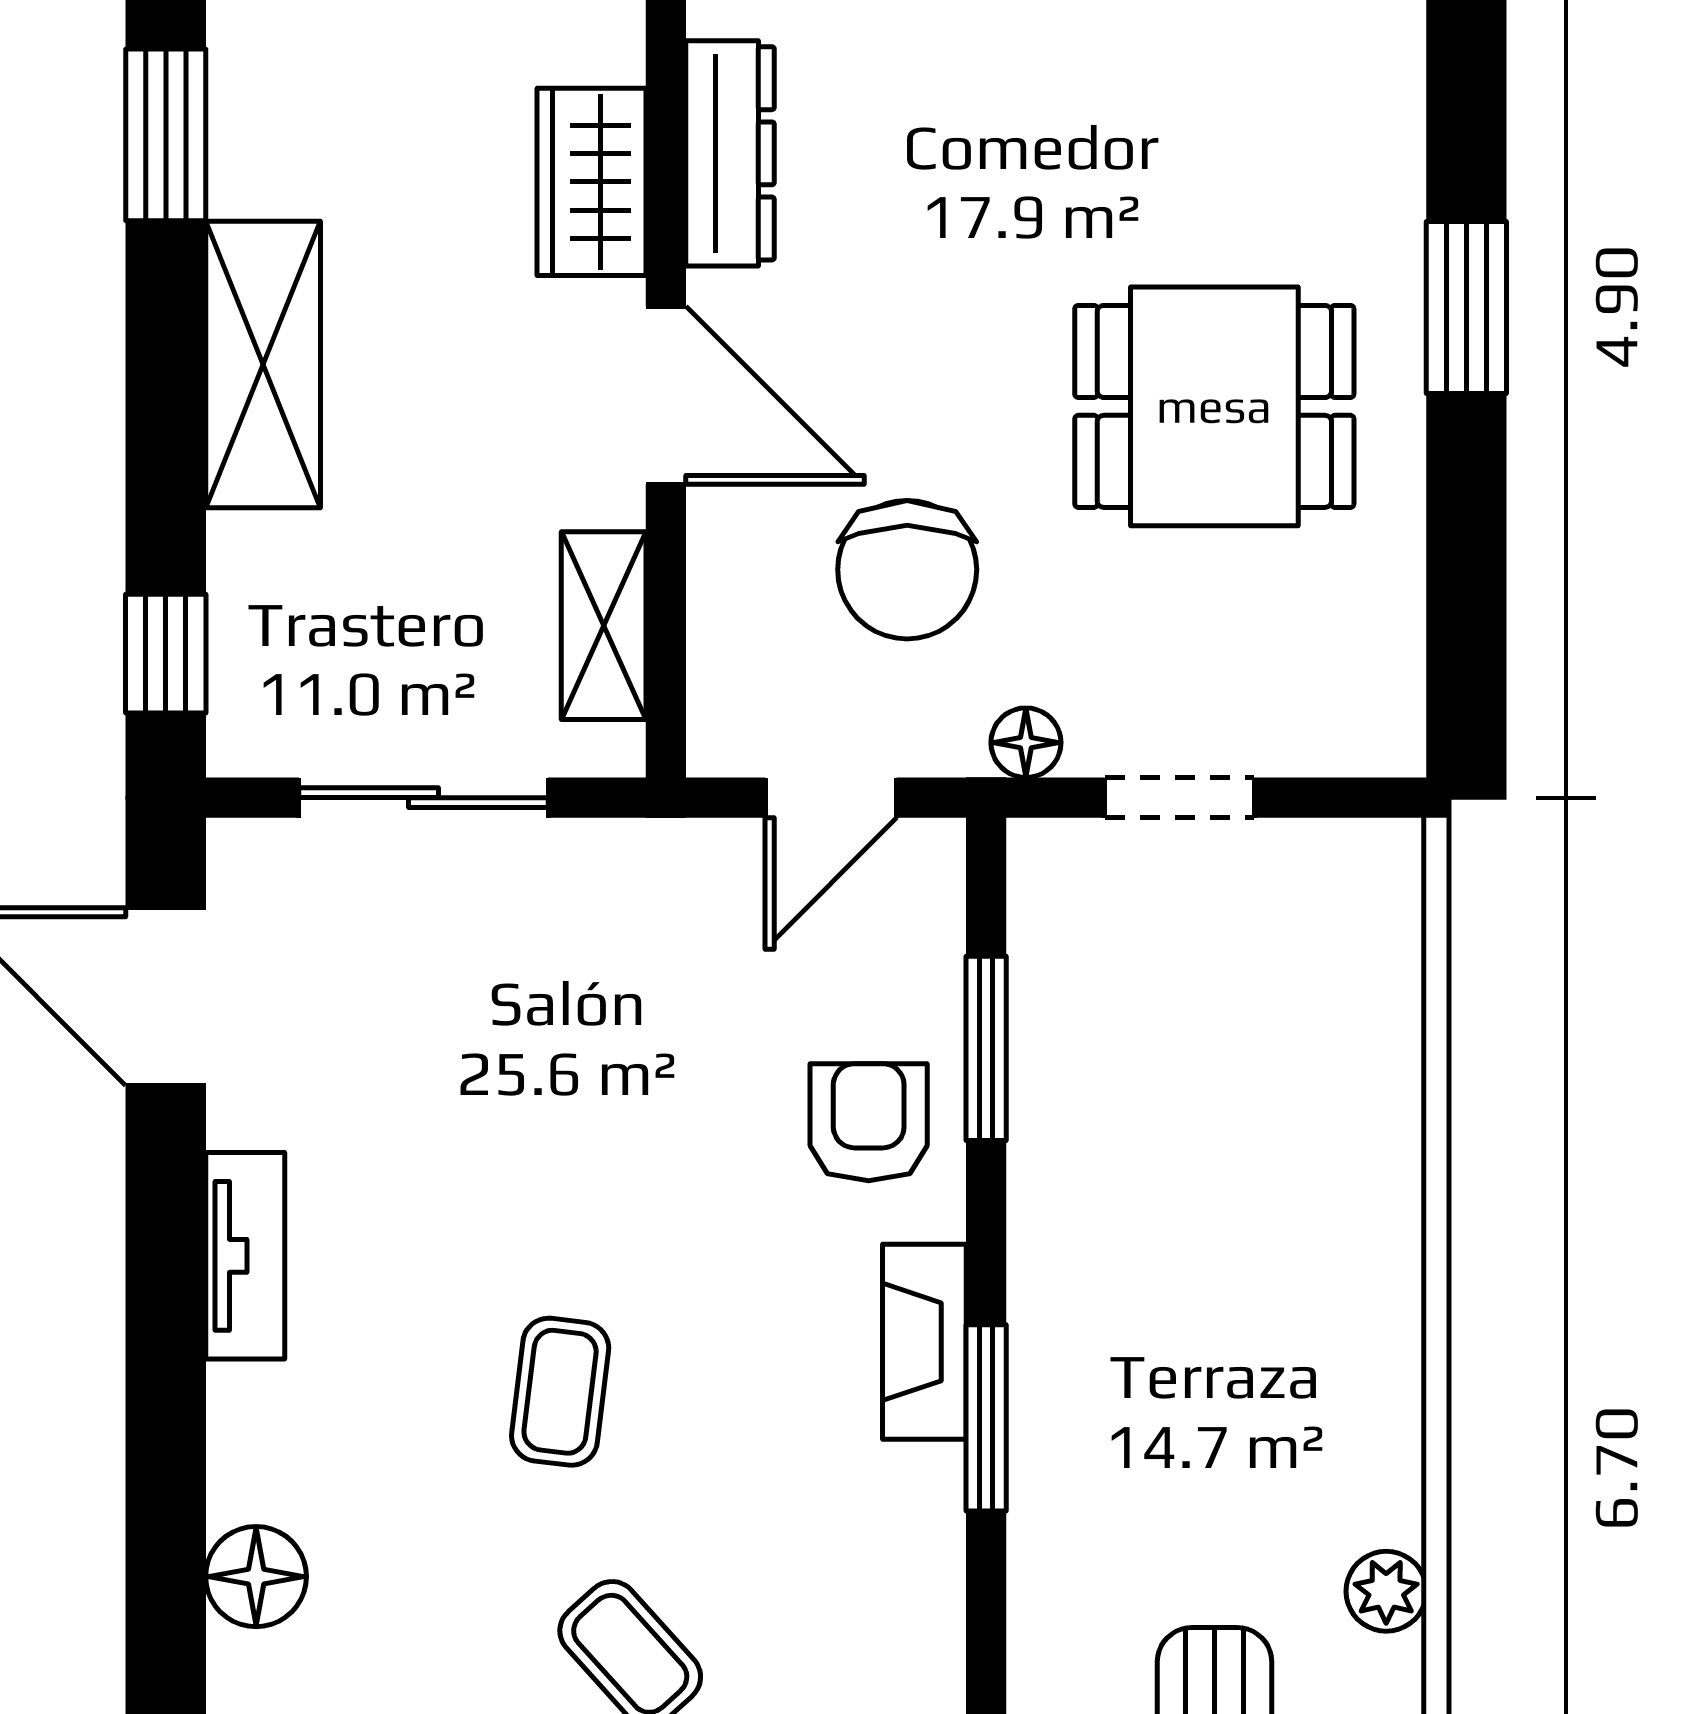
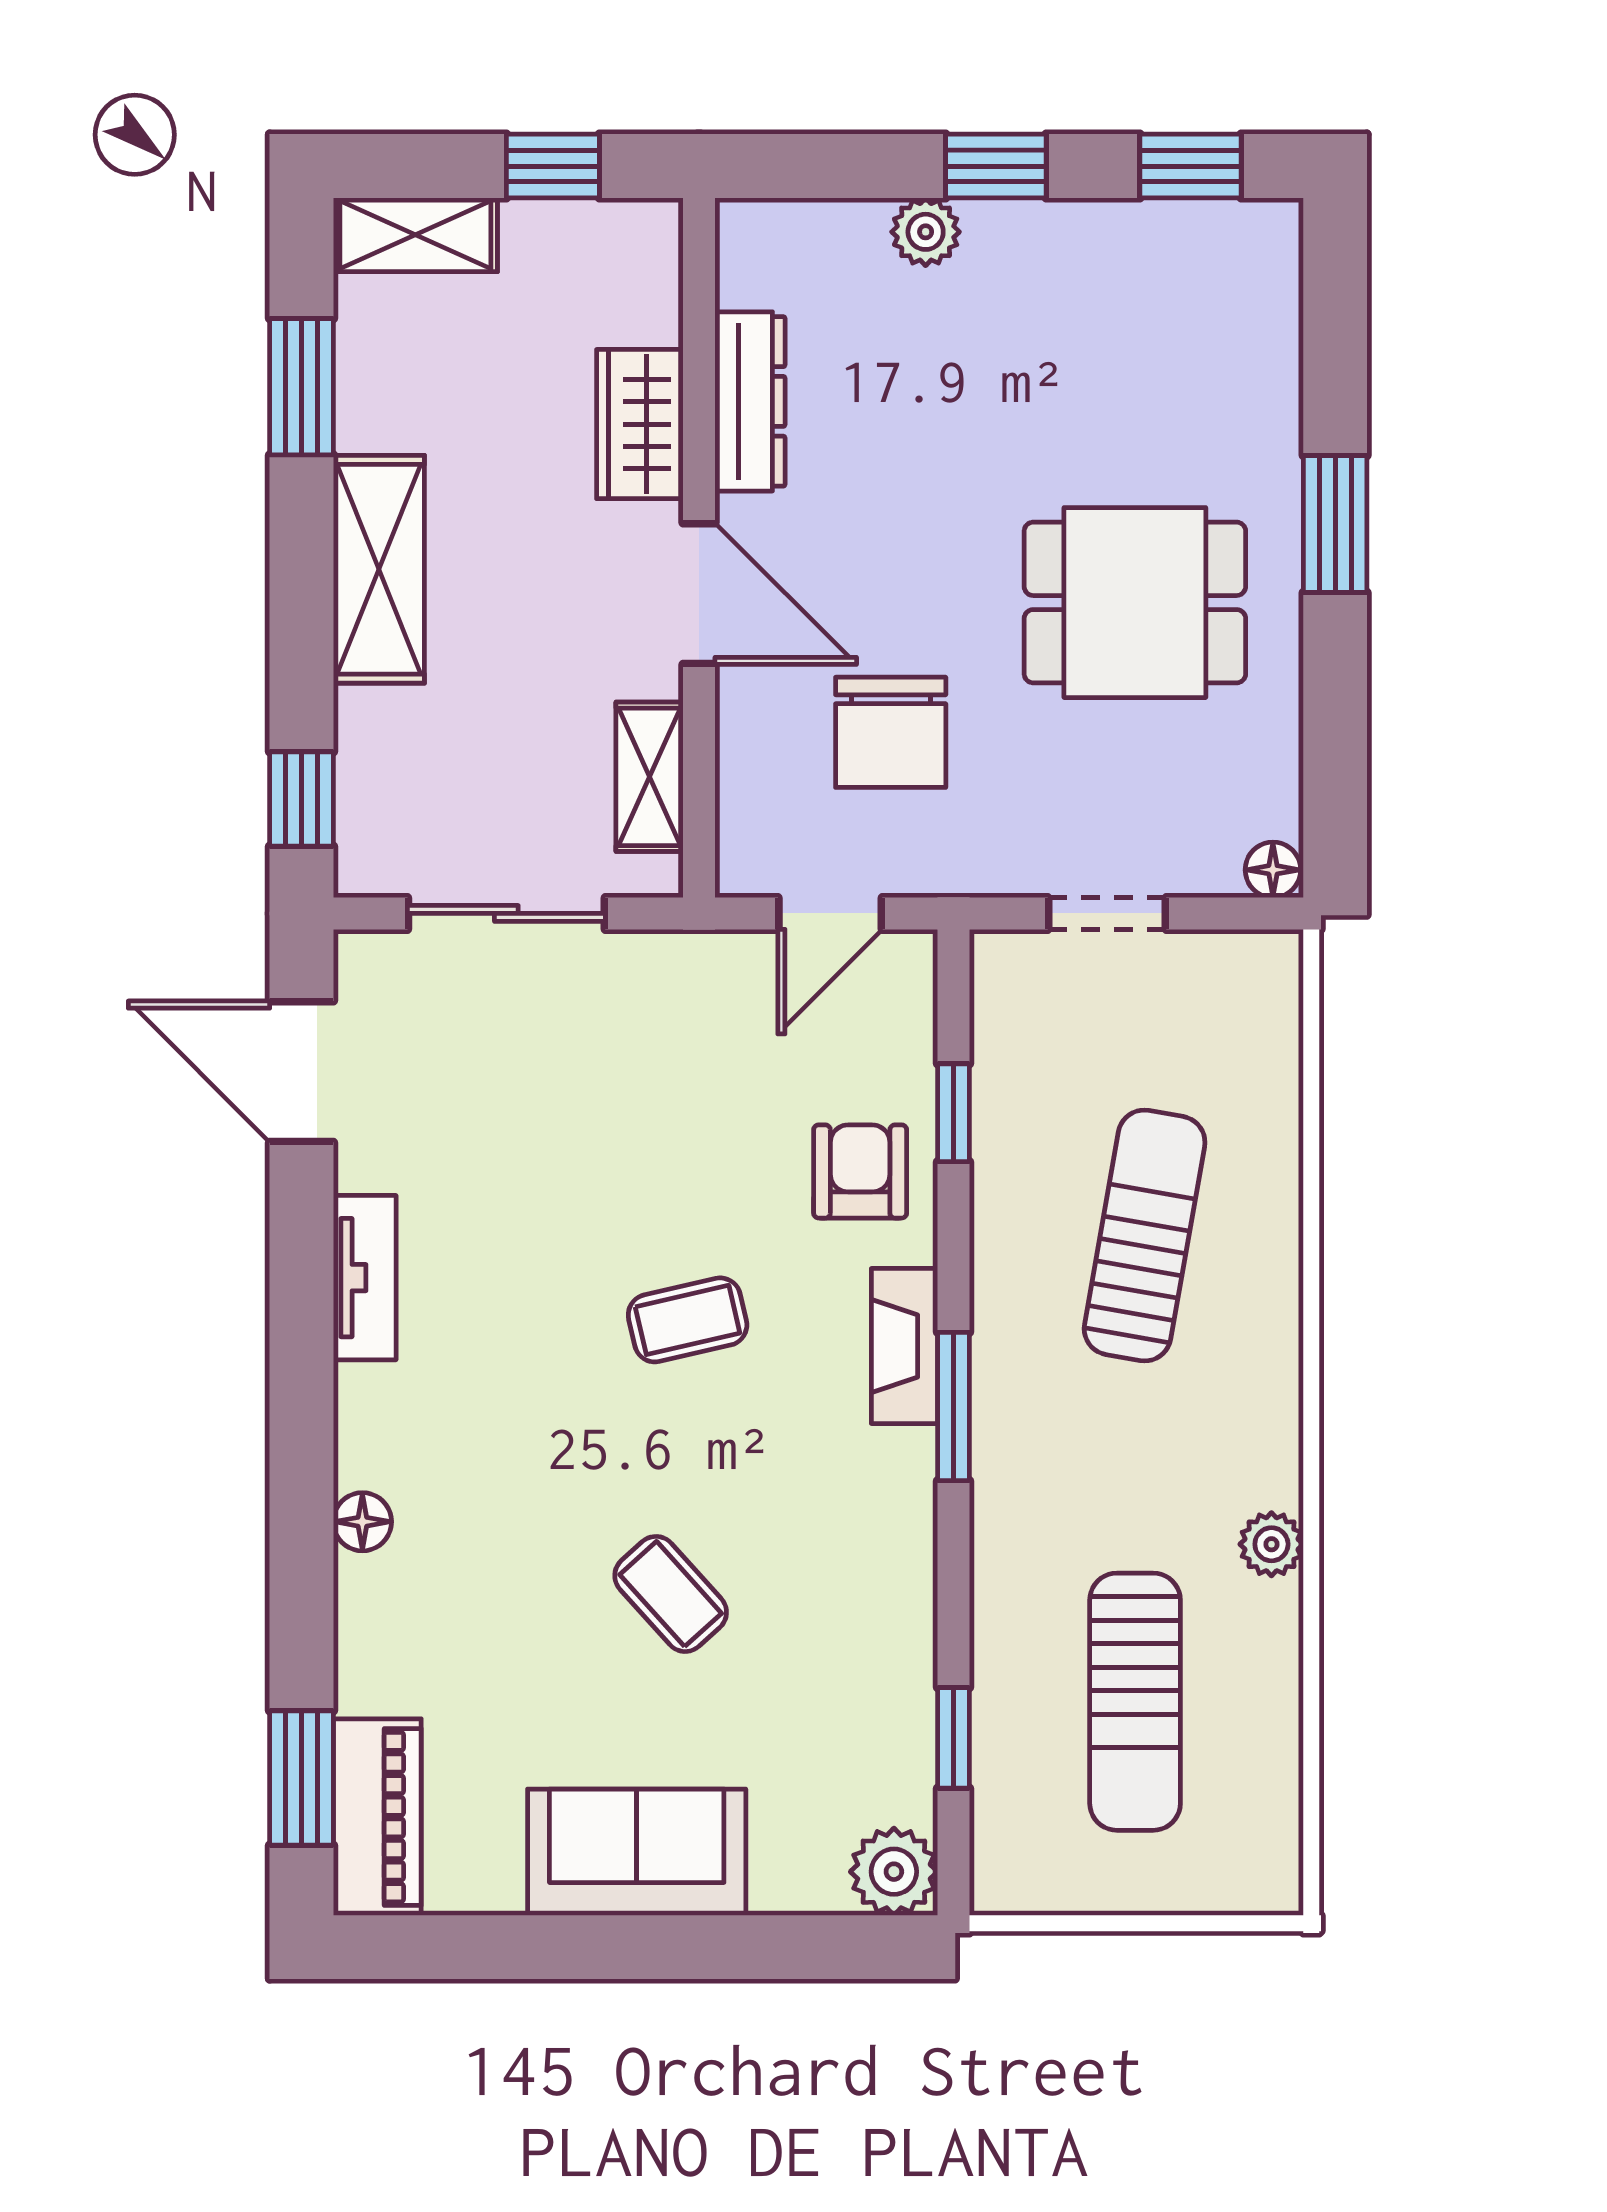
floor lamp: (1026, 743) -> (1273, 870), moved
window: (986, 1048) -> (953, 1113), width x0.67
sun lounger: (1226, 1203) -> (1145, 1236), added
coffee table: (560, 1392) -> (688, 1320), moved, turned 70
floor lamp: (256, 1577) -> (362, 1522), width x0.73, depth x0.73

